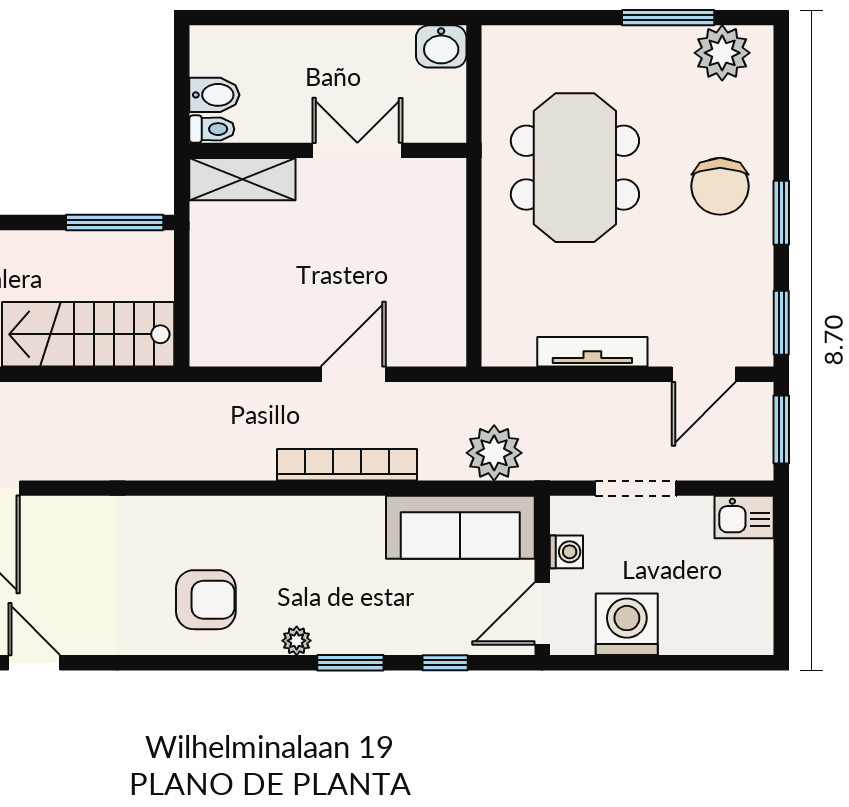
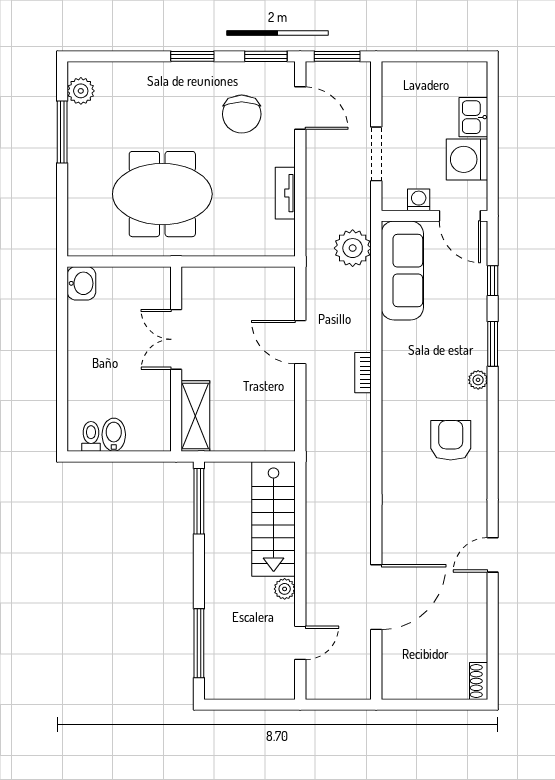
plant: (722, 53) -> (81, 91), width x0.73, depth x0.73
toilet: (212, 129) -> (91, 436), moved
wall: (328, 150) -> (176, 359), moved
double door: (357, 150) -> (176, 339), moved
shelving: (242, 179) -> (195, 416), moved
chair: (720, 186) -> (242, 114), moved, turned 90
tv unit: (592, 352) -> (285, 193), width x0.71
bookcase: (347, 465) -> (363, 373), width x0.43, depth x0.76
kitchen sink: (744, 517) -> (473, 117), moved, turned 180

